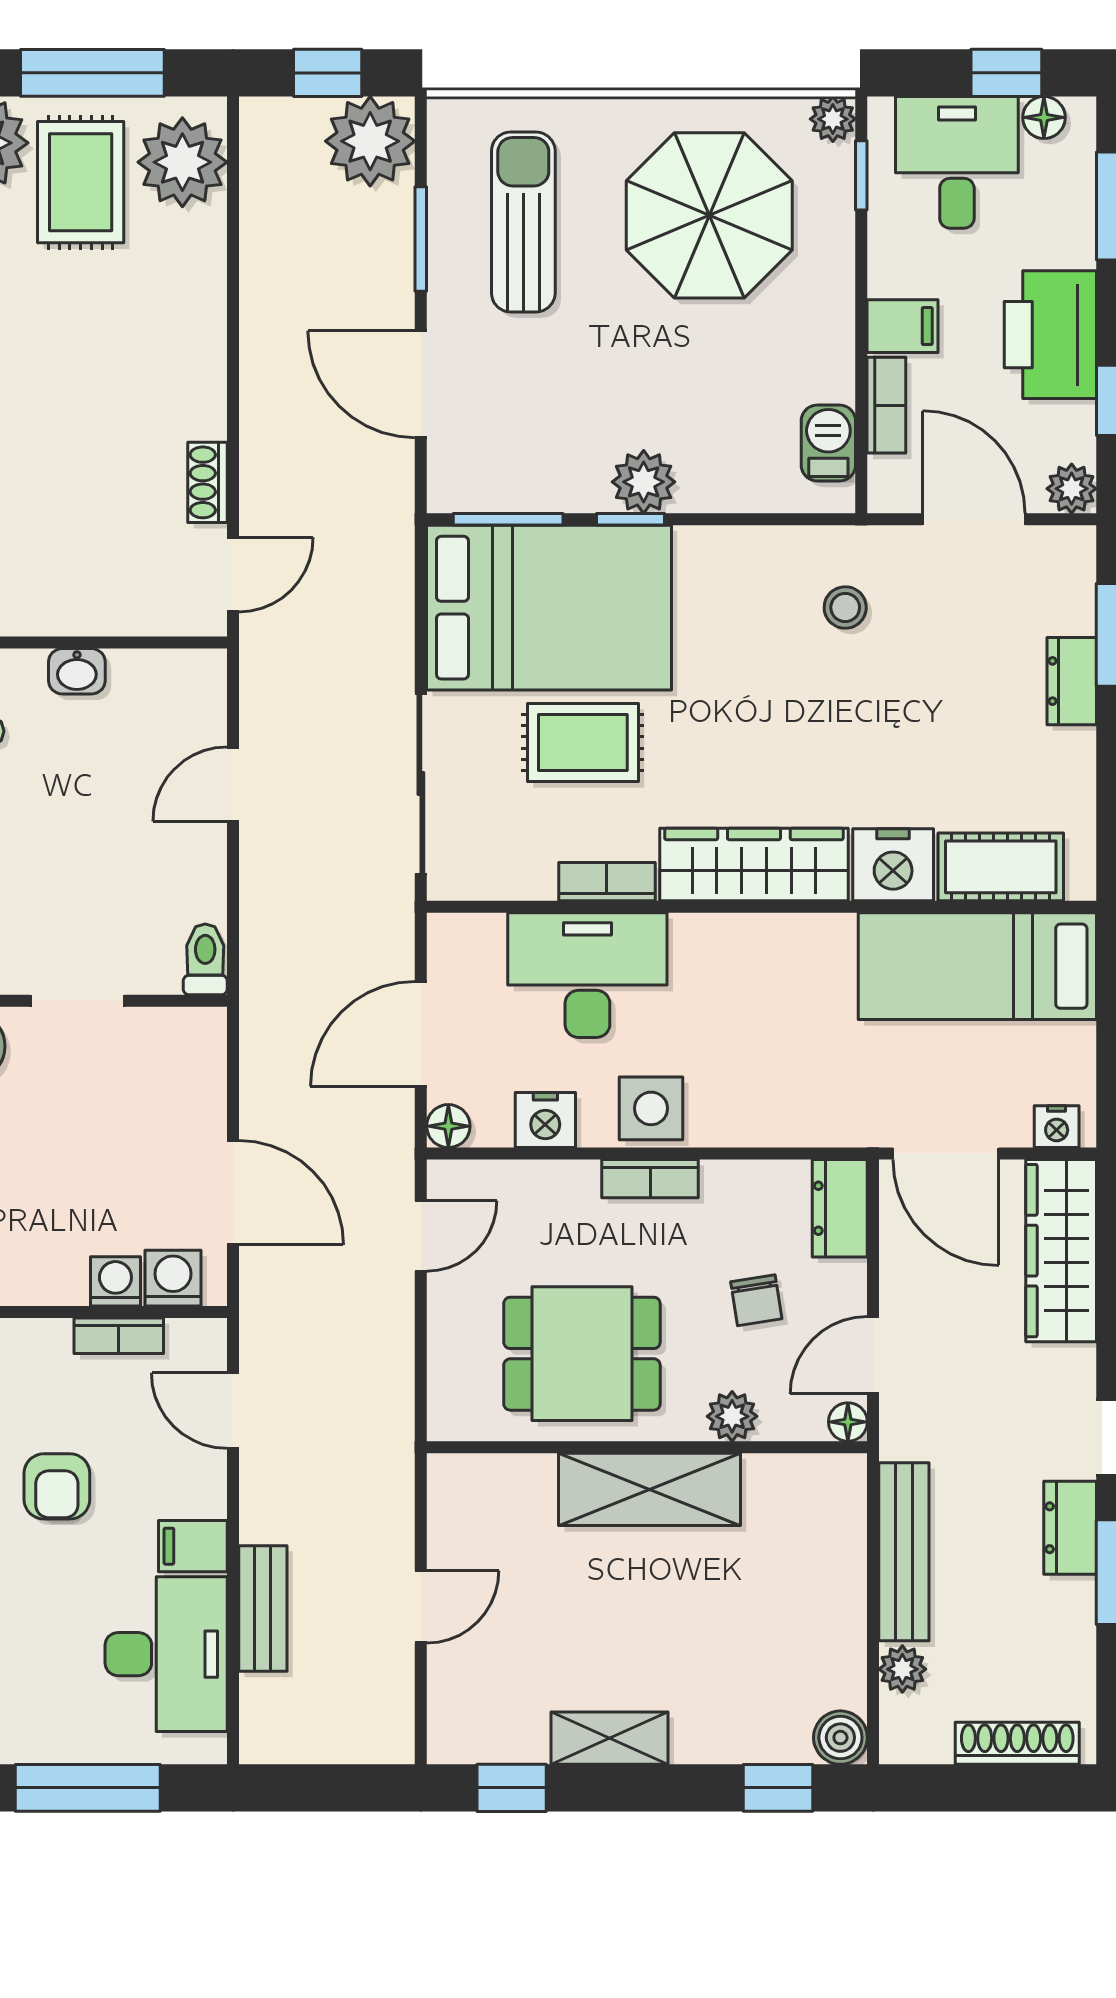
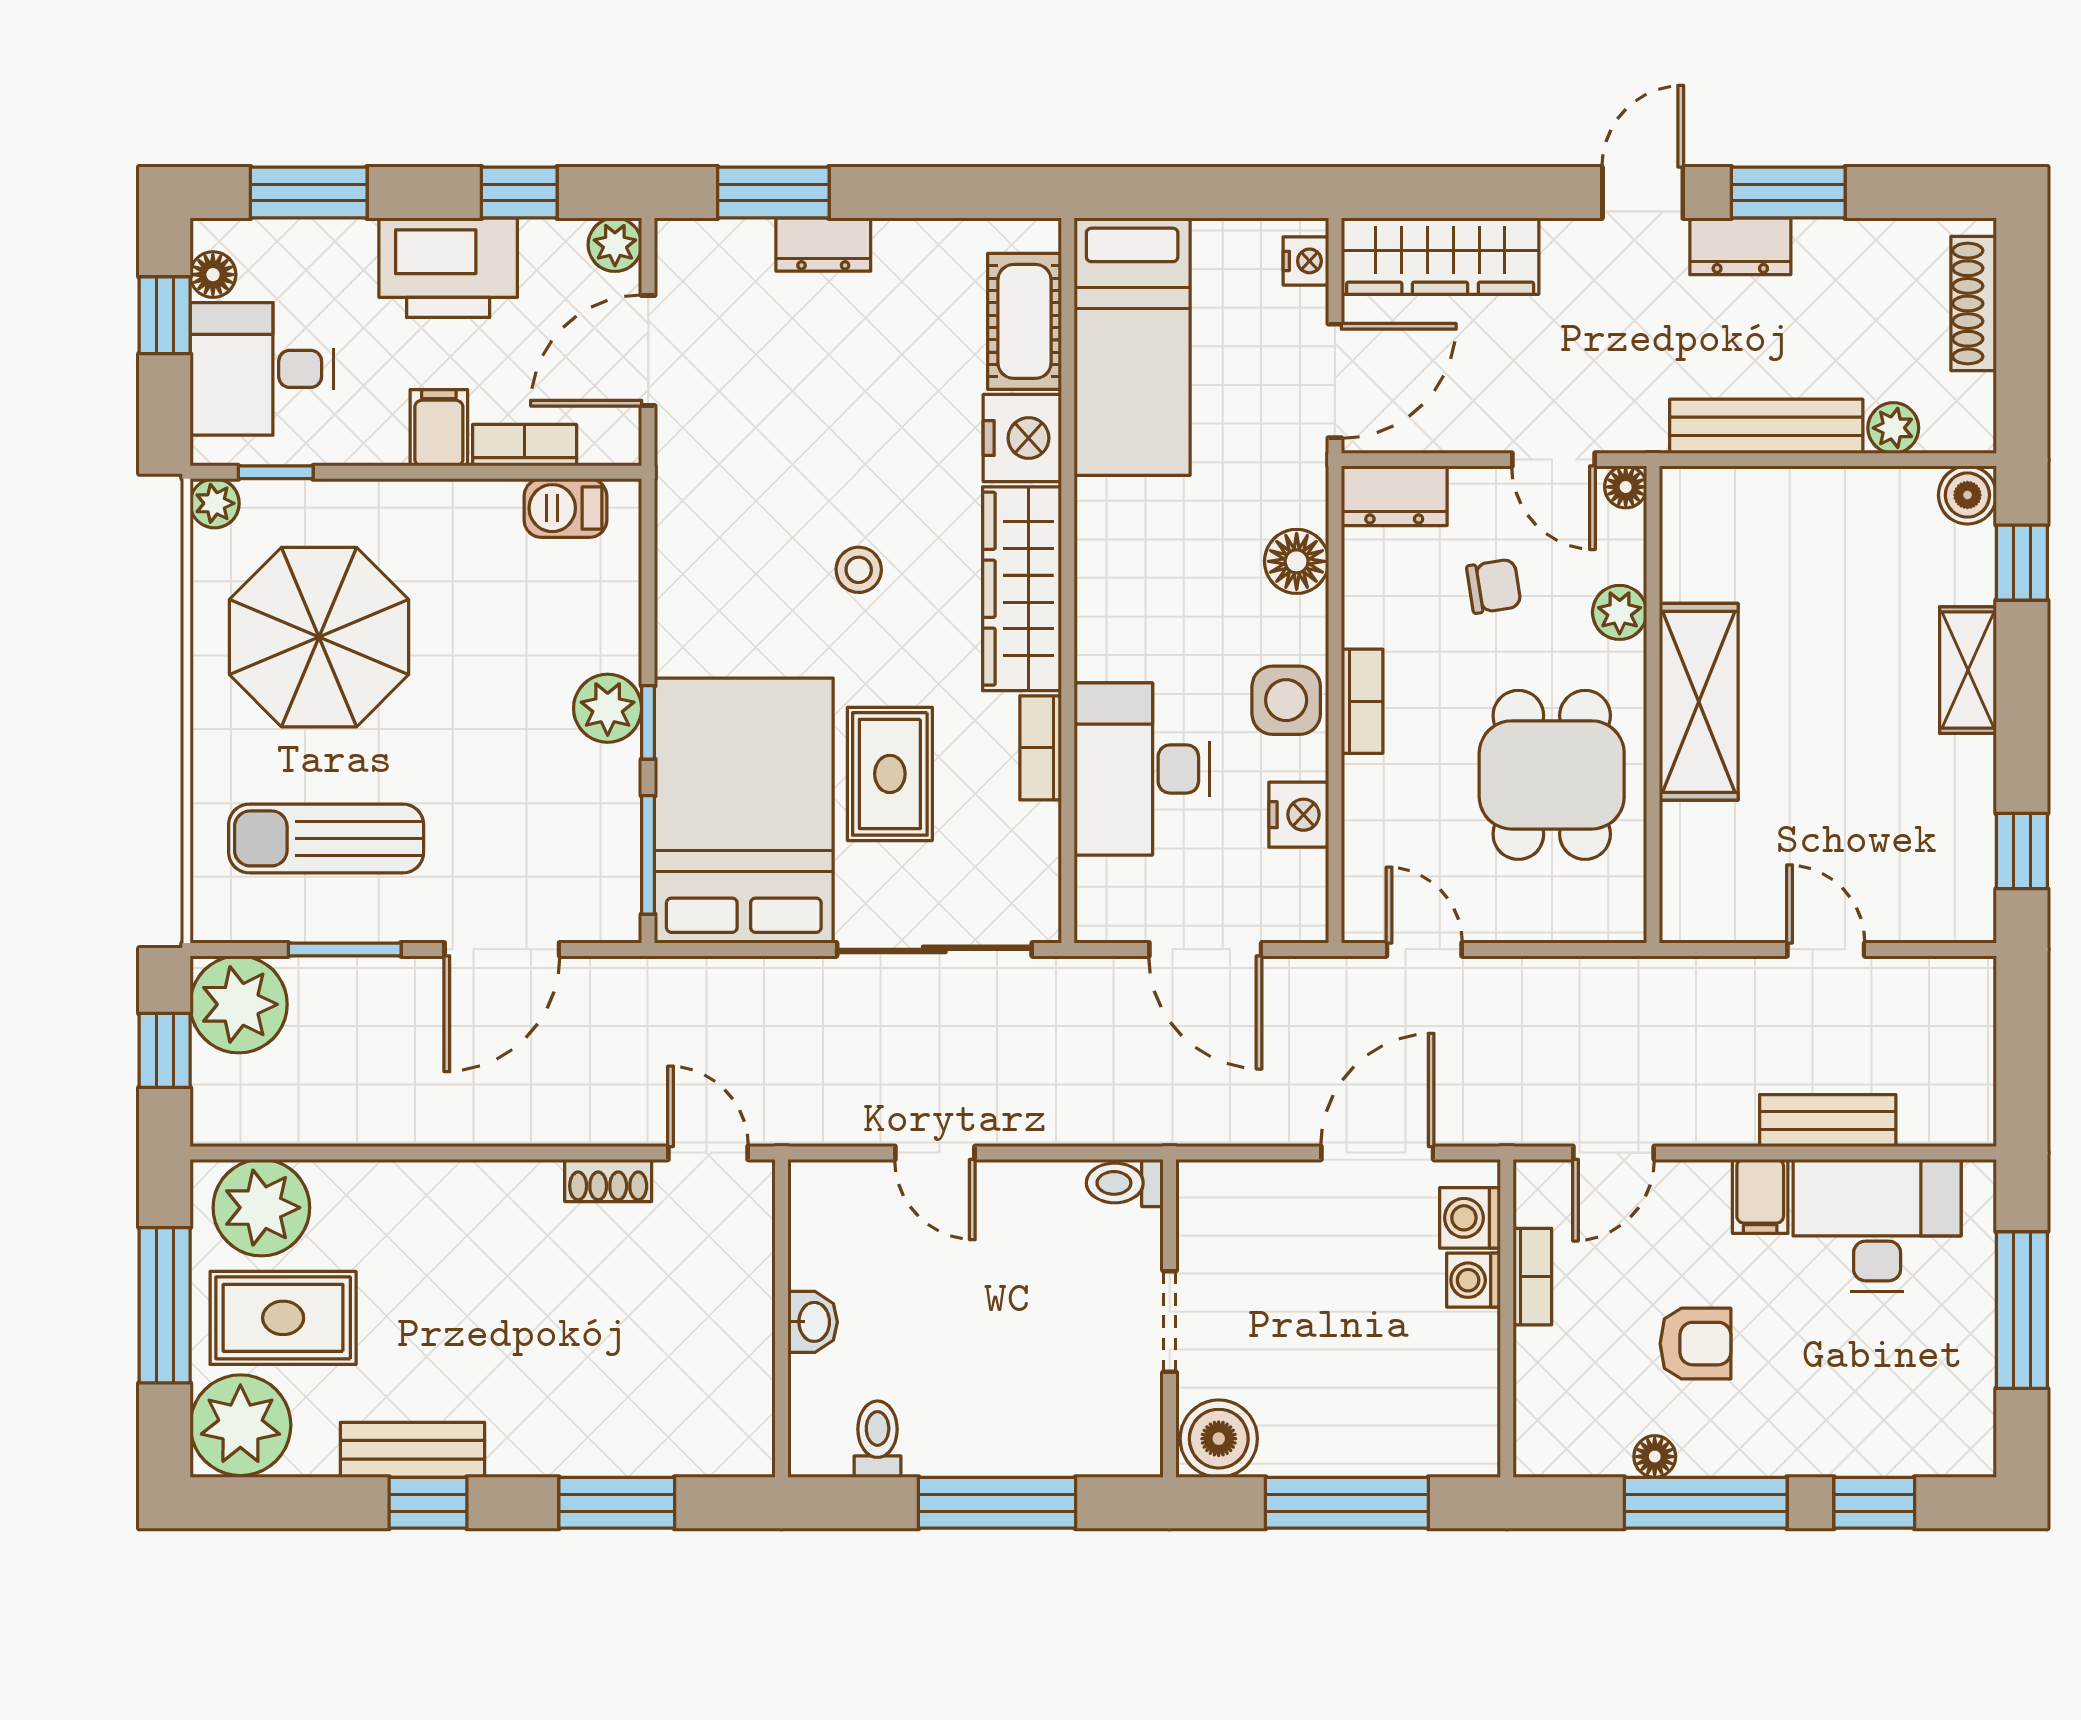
stool: (845, 608) -> (859, 570), moved
floor lamp: (448, 1126) -> (1297, 561), moved, width x1.37, depth x1.37
shelving: (610, 1738) -> (1968, 670), moved

